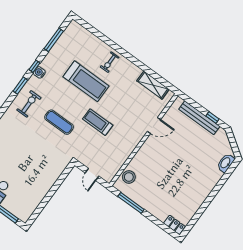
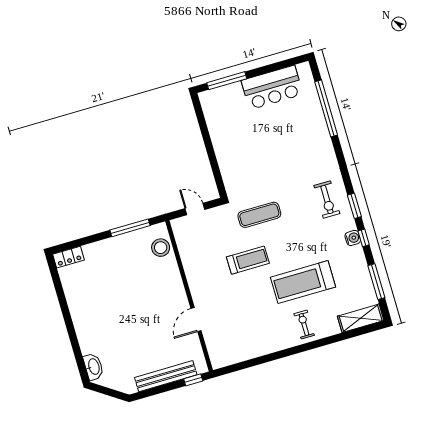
shelving: (153, 85) -> (361, 318), moved
window: (212, 118) -> (193, 380), moved
exercise mat: (59, 122) -> (259, 215), moved

